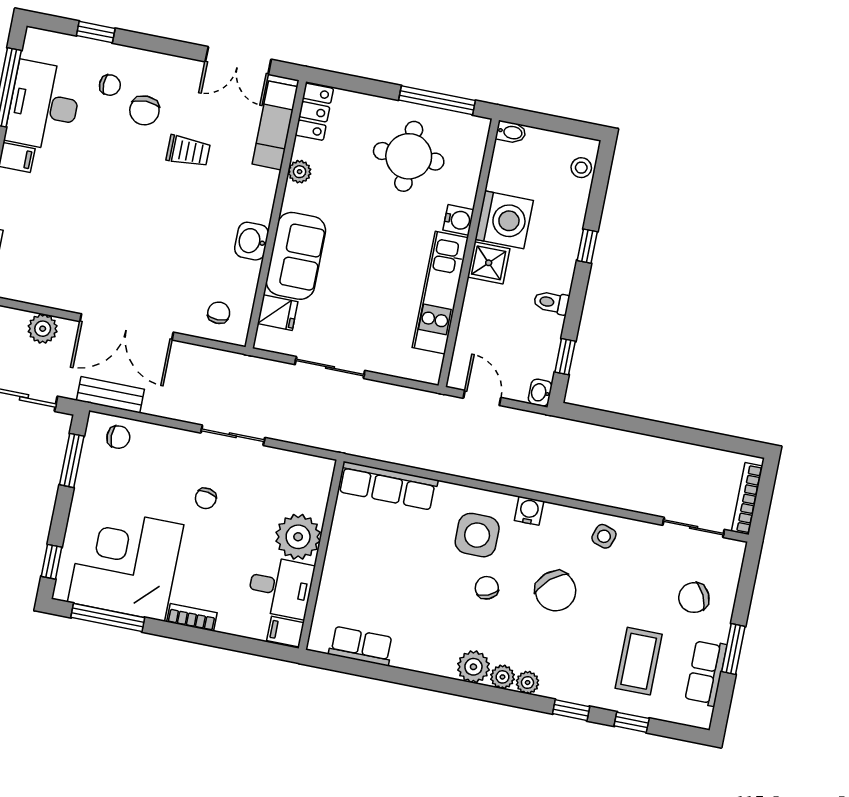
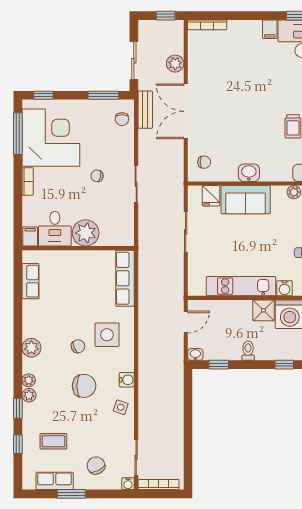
water cooler: (529, 511) -> (127, 380), moved
water cooler: (735, 550) -> (128, 484), added
chair: (556, 591) -> (84, 386), turned -139
coffee table: (639, 661) -> (53, 441), width x0.73, depth x0.77
plant: (503, 677) -> (29, 395), moved

